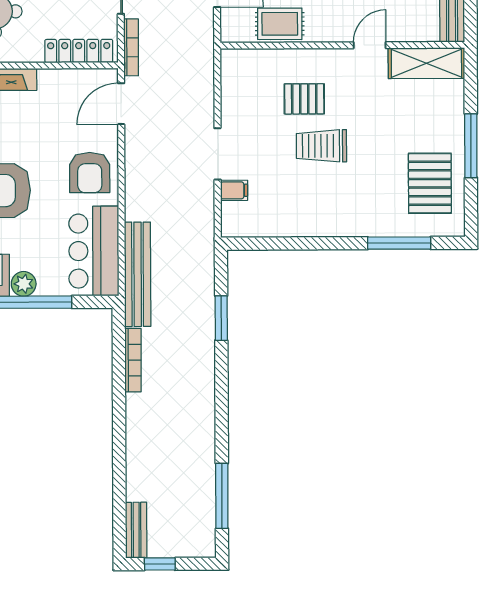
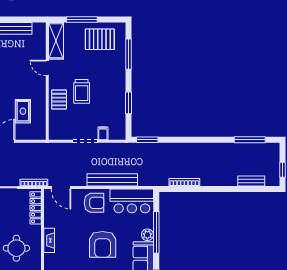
wall: (342, 45) -> (47, 81), moved
door: (370, 45) -> (47, 68), moved
shelving: (426, 63) -> (56, 41), moved
window: (298, 243) -> (129, 103), added
bench: (138, 274) -> (112, 180), moved
window: (221, 318) -> (147, 140), moved
bench: (136, 530) -> (251, 181), moved

